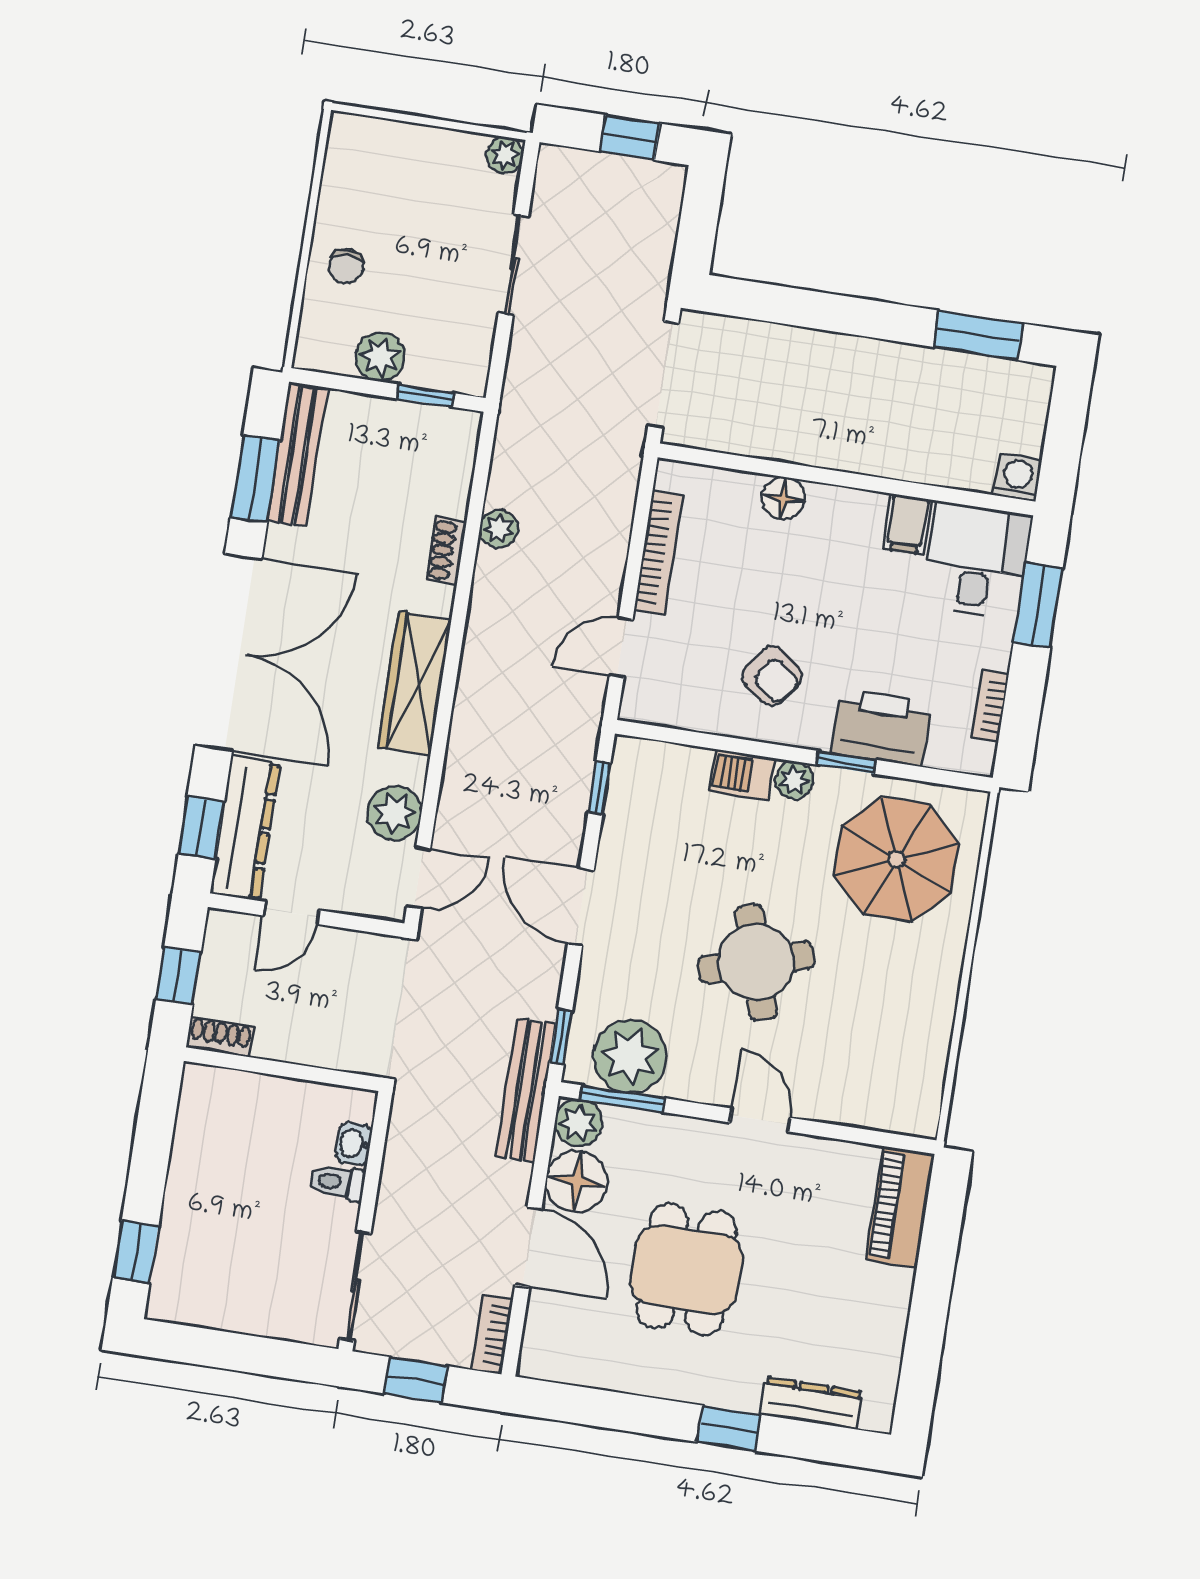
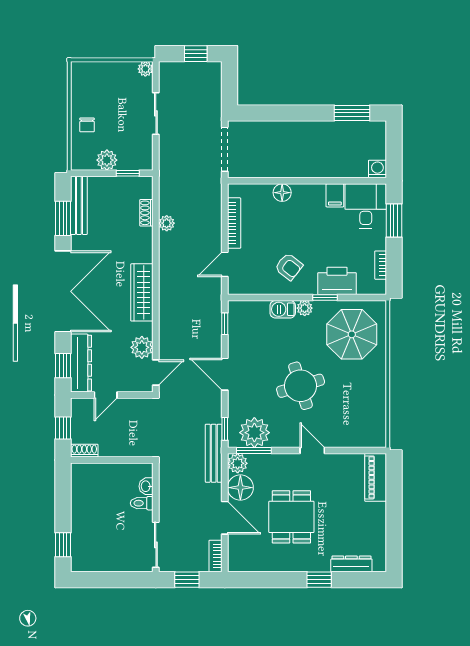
shoe rack: (446, 551) -> (146, 213), moved

